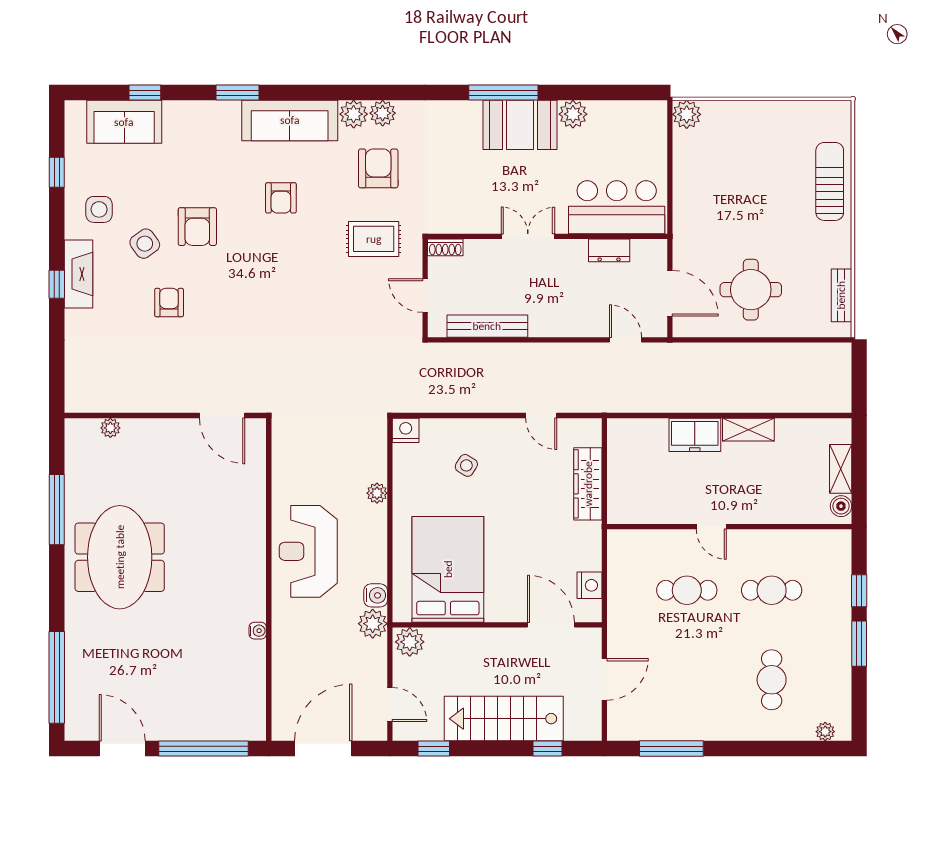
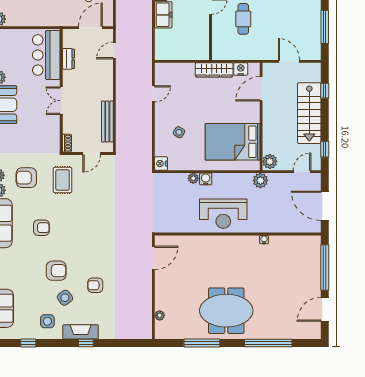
wardrobe: (588, 484) -> (214, 70), moved
water cooler: (376, 595) -> (206, 179), moved
window: (57, 677) -> (268, 343), moved

